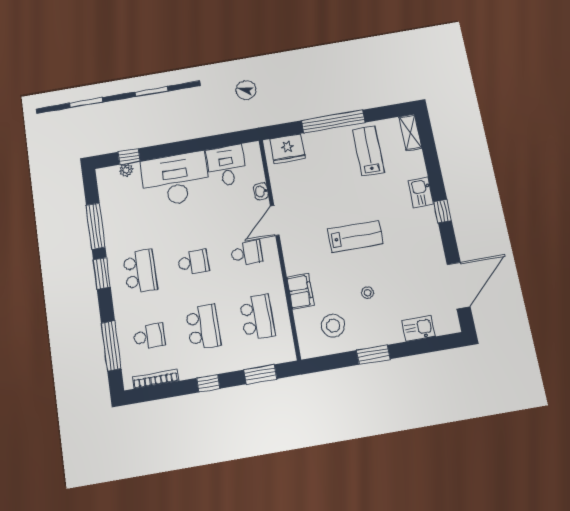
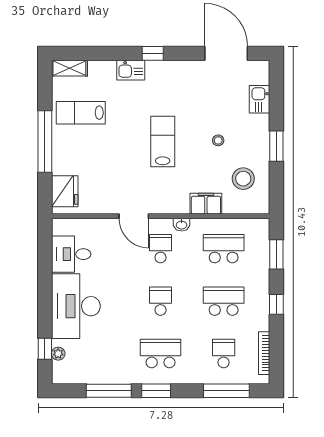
washbasin: (261, 191) -> (182, 225), moved

